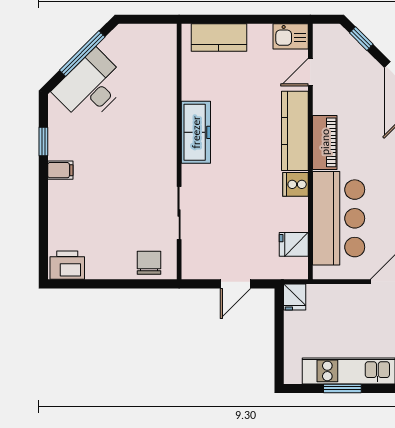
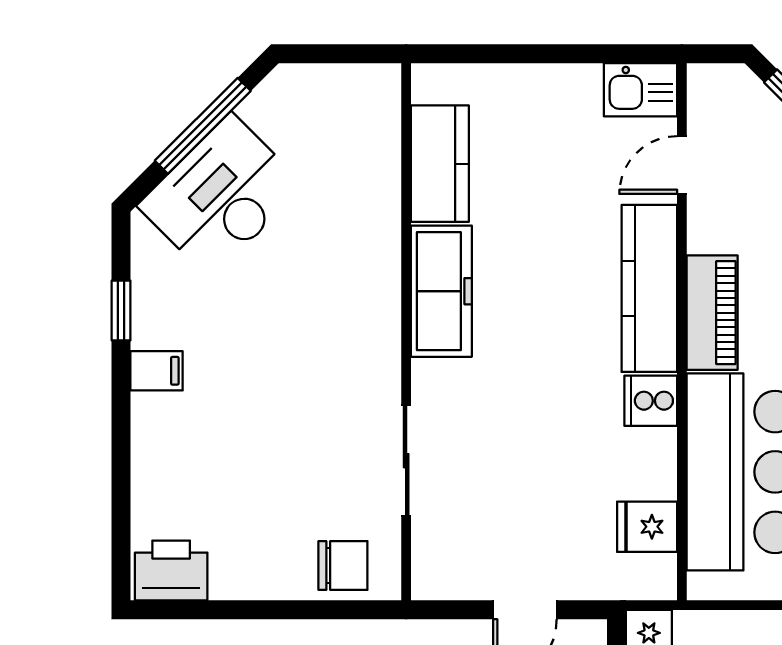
kitchen counter: (219, 38) -> (440, 164), moved, turned -90
chair: (149, 263) -> (343, 565), turned 90

